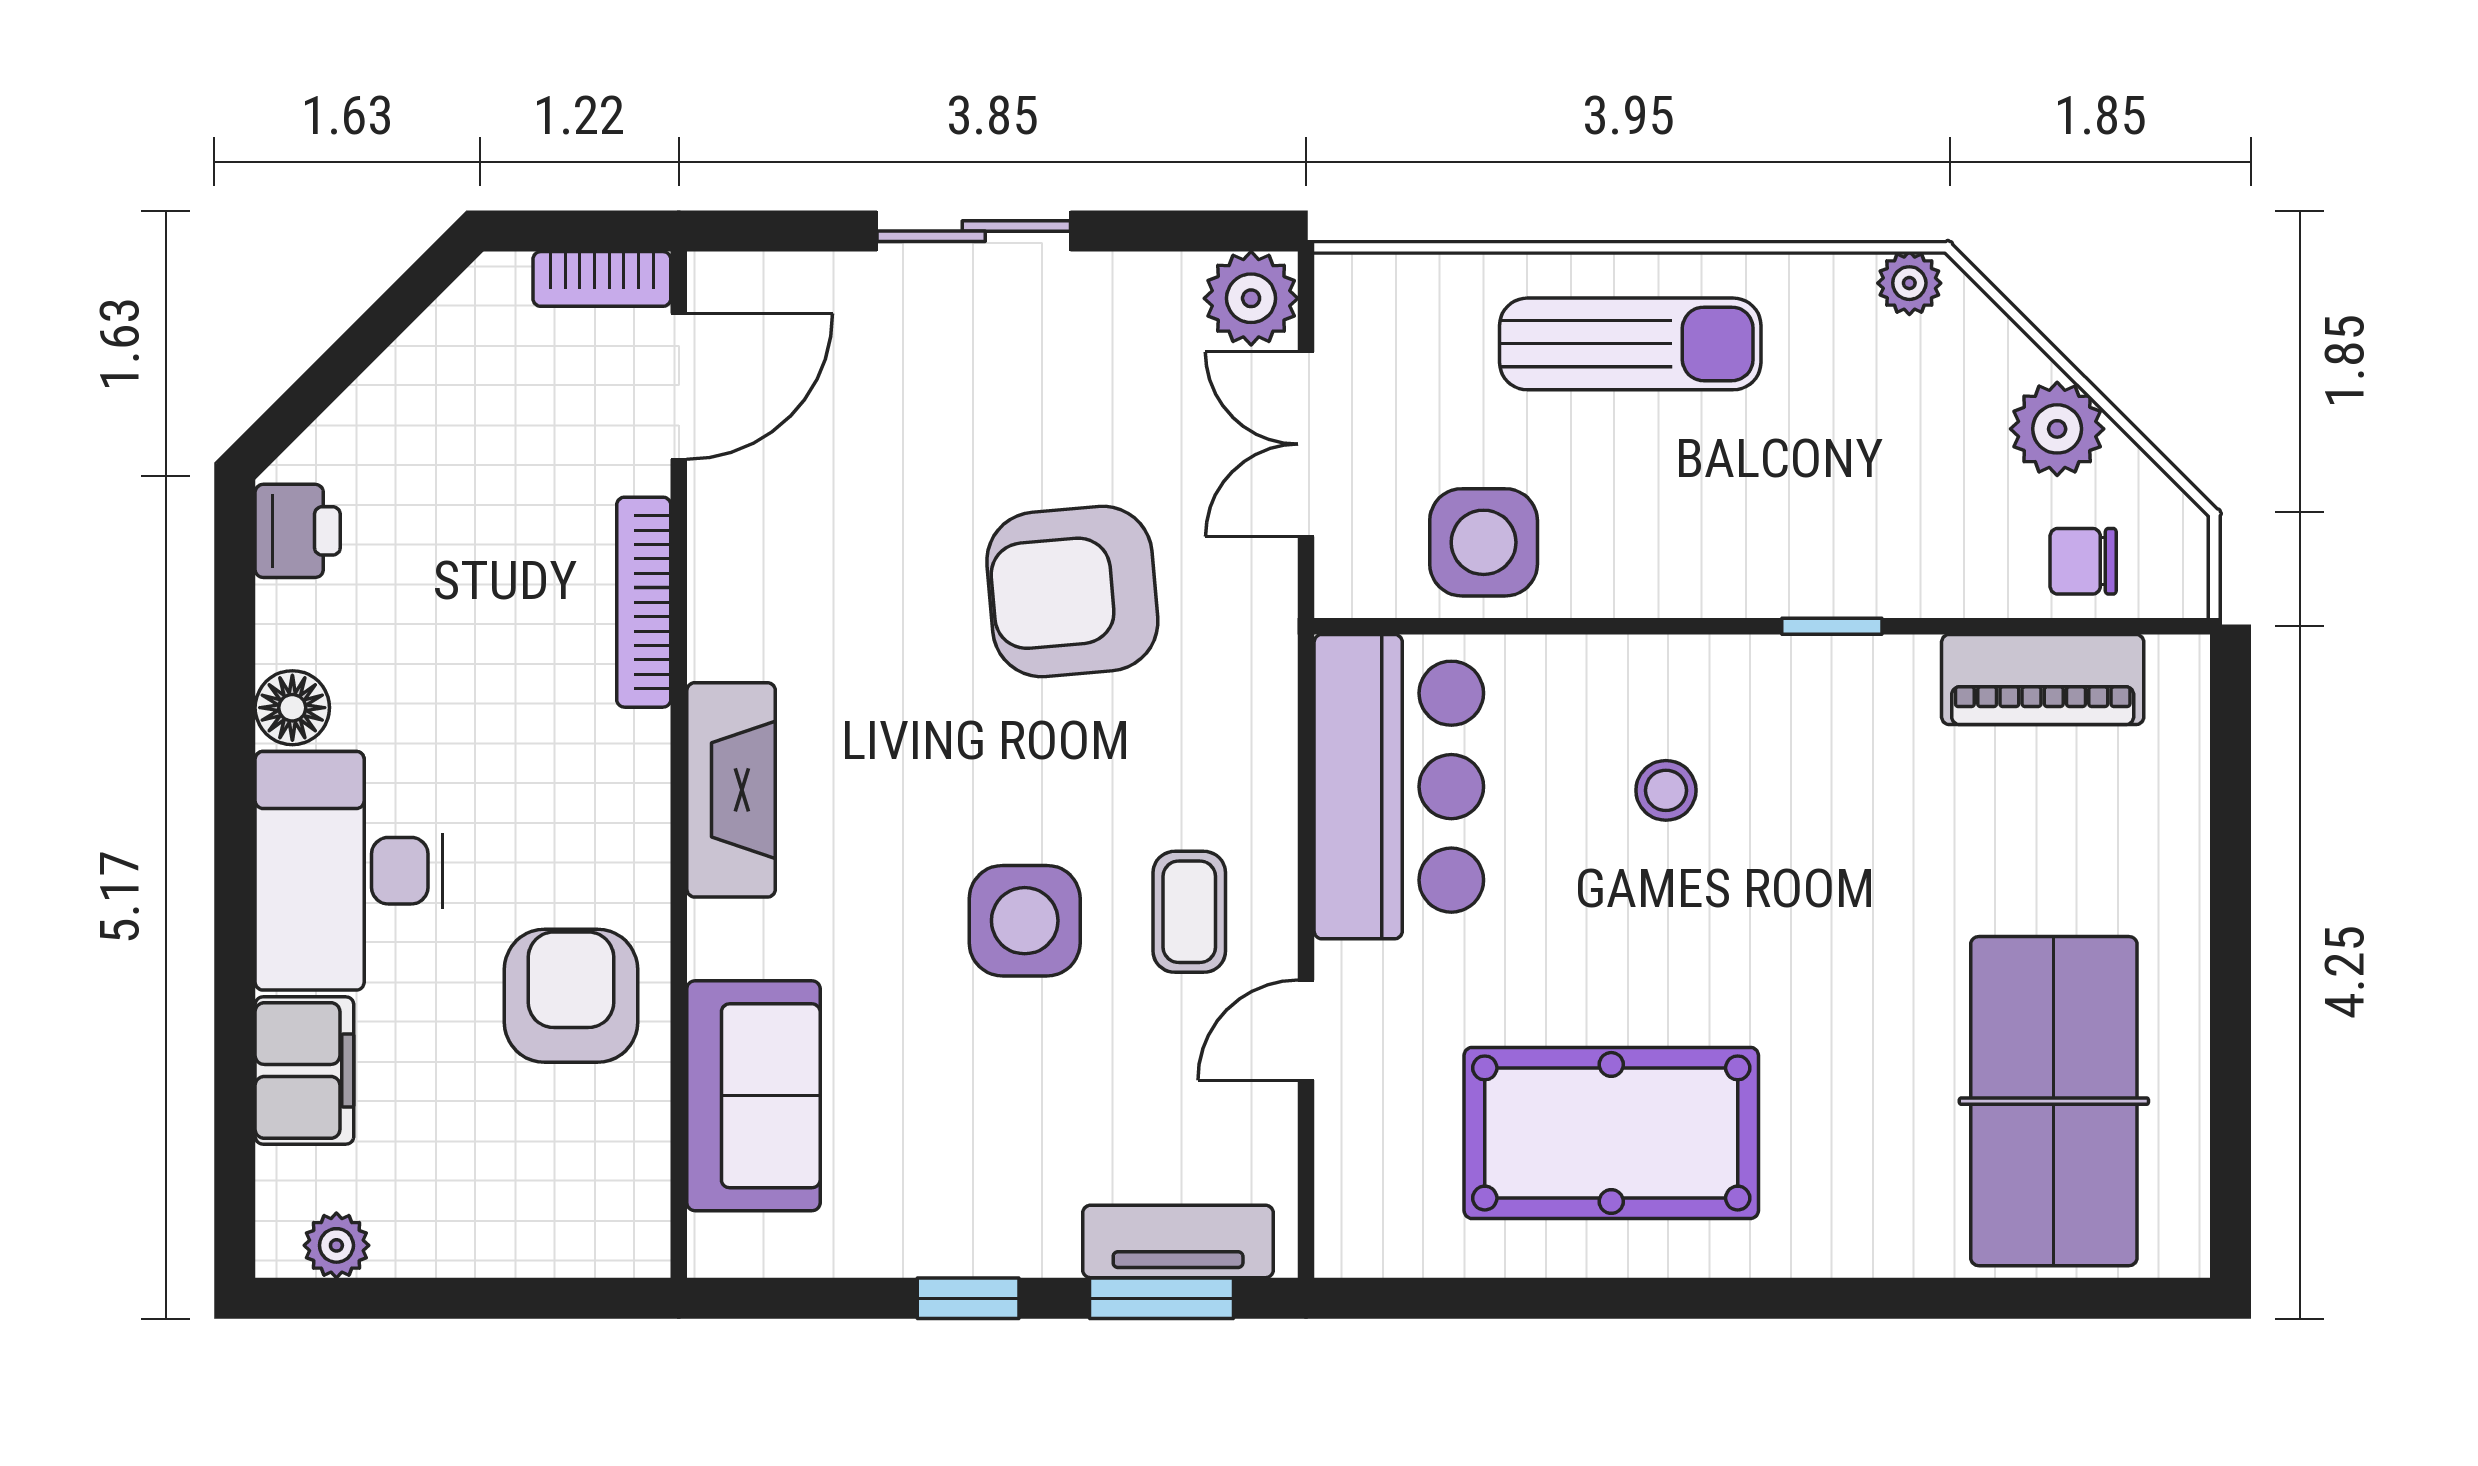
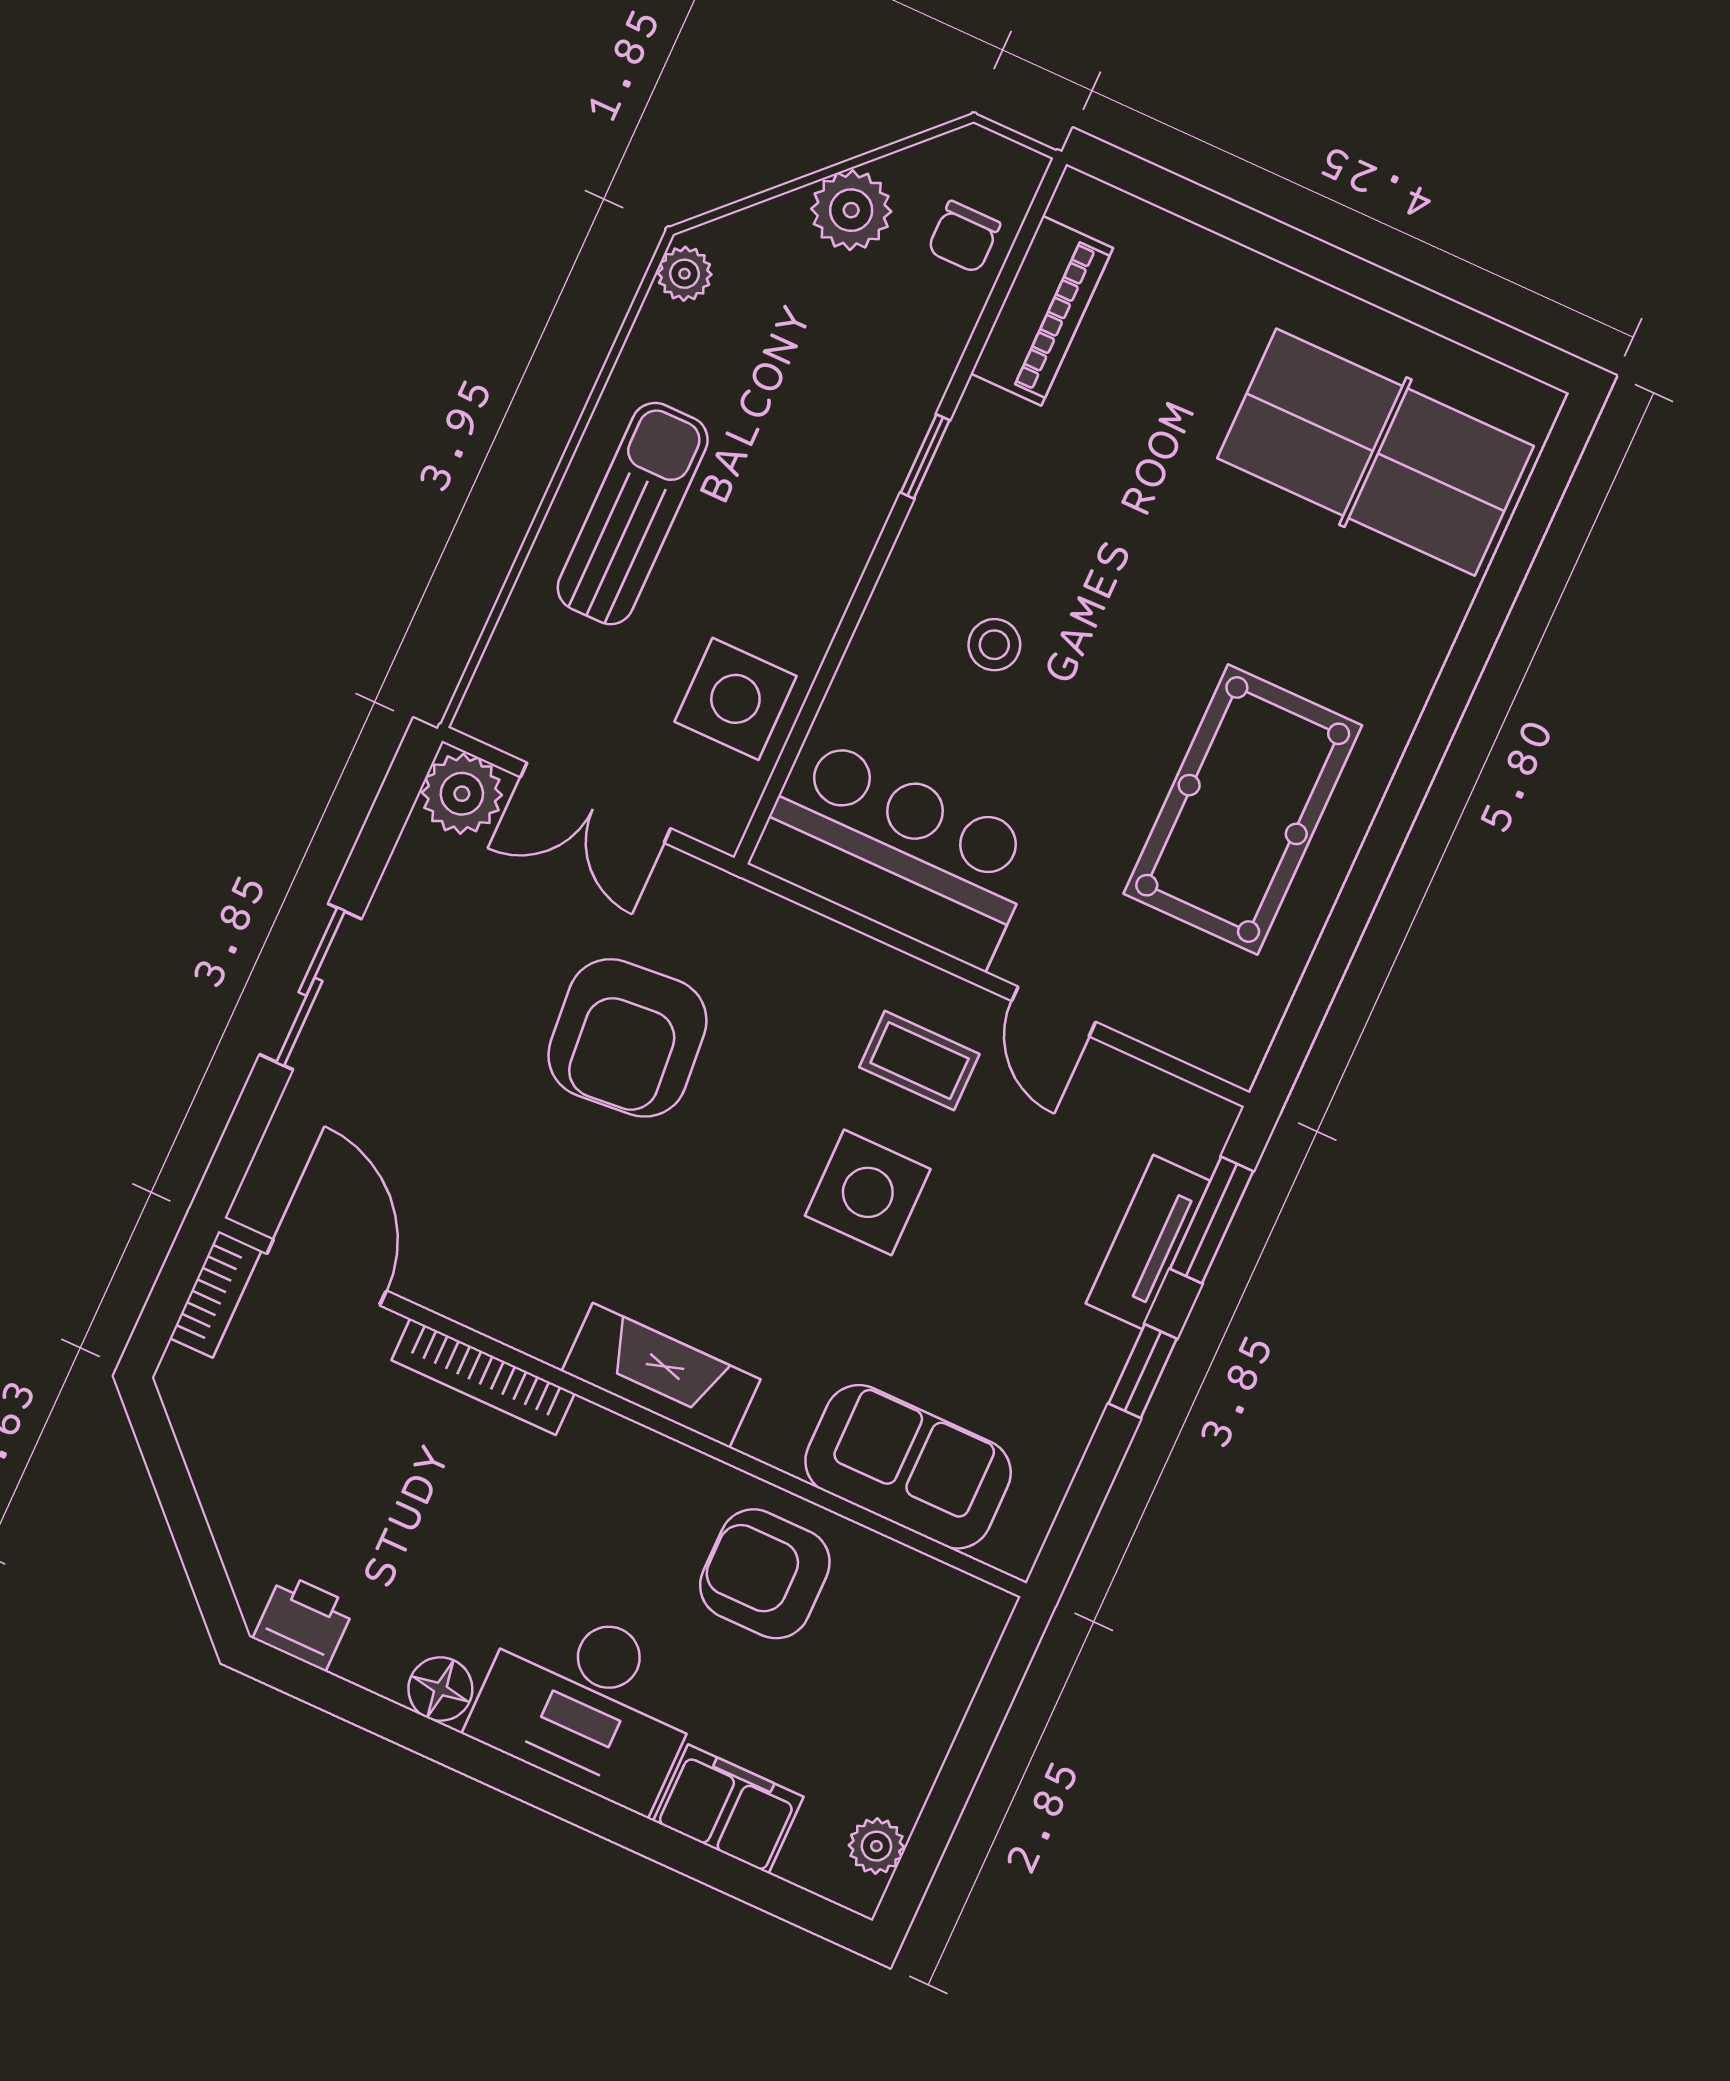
tv unit: (1178, 1241) -> (1148, 1242), moved

